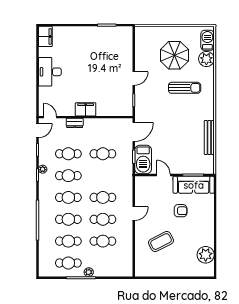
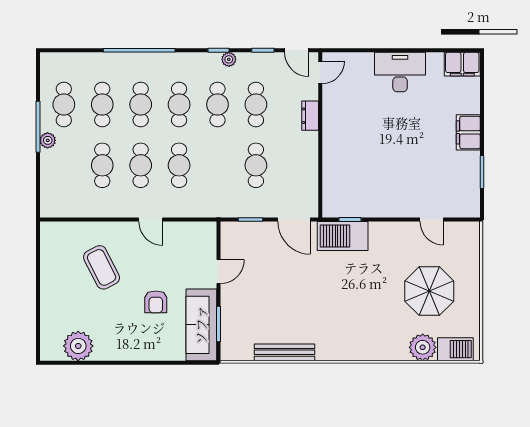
door: (134, 78) -> (432, 220), moved
sun lounger: (185, 88) -> (372, 309), removed
filing cabinet: (86, 109) -> (468, 132), moved, turned 180
barbecue: (143, 160) -> (343, 236), moved

